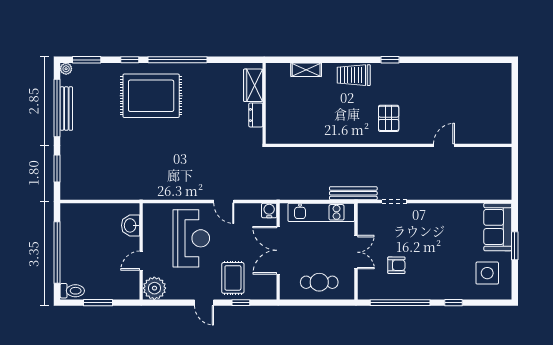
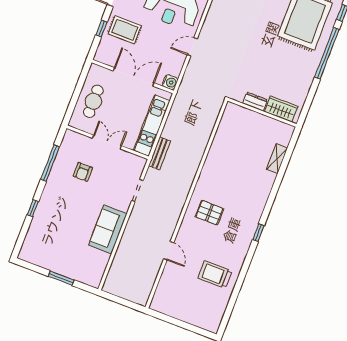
trolley: (354, 75) -> (215, 274), moved, turned -90
bench: (353, 193) -> (160, 153), width x0.73
sofa: (498, 227) -> (108, 229), moved, turned -90
double door: (356, 252) -> (107, 142), swing flipped
side table: (487, 273) -> (47, 246), removed
window: (400, 303) -> (50, 163), width x0.68

